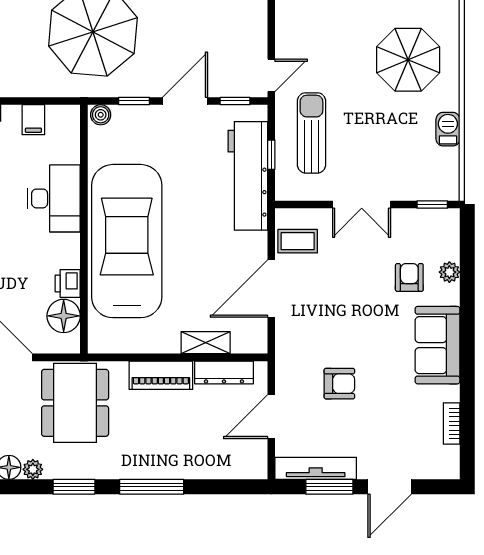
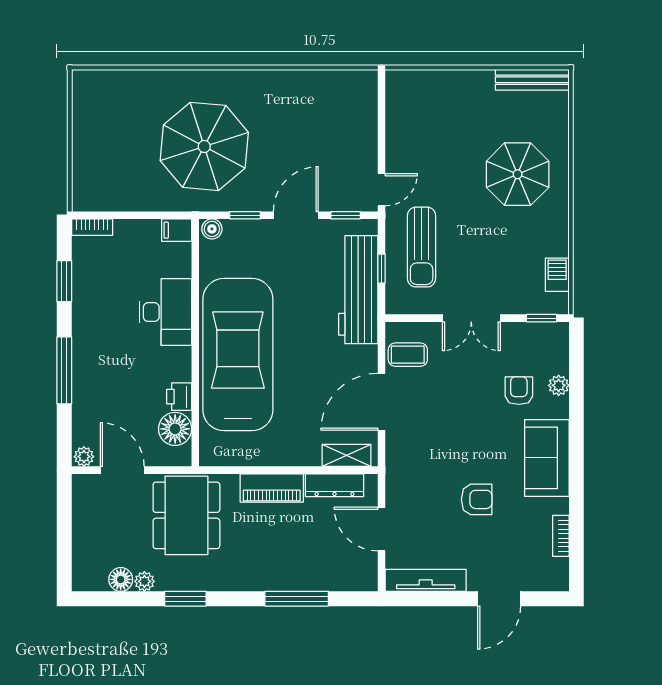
filing cabinet: (33, 120) -> (177, 230), moved, turned 90
barbecue: (448, 129) -> (557, 275), moved
sun lounger: (311, 133) -> (422, 247), turned 180
shelving: (206, 343) -> (346, 455), moved
armchair: (339, 384) -> (477, 499), moved
door: (271, 417) -> (382, 529), hinge flipped
window: (152, 487) -> (297, 599), moved
window: (329, 487) -> (439, 599), removed

